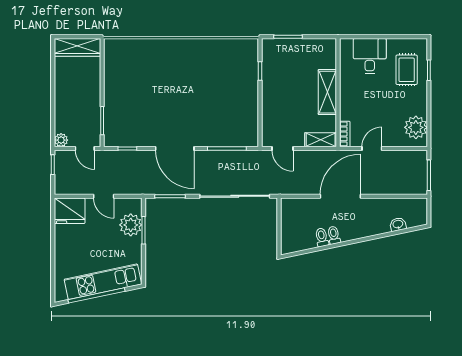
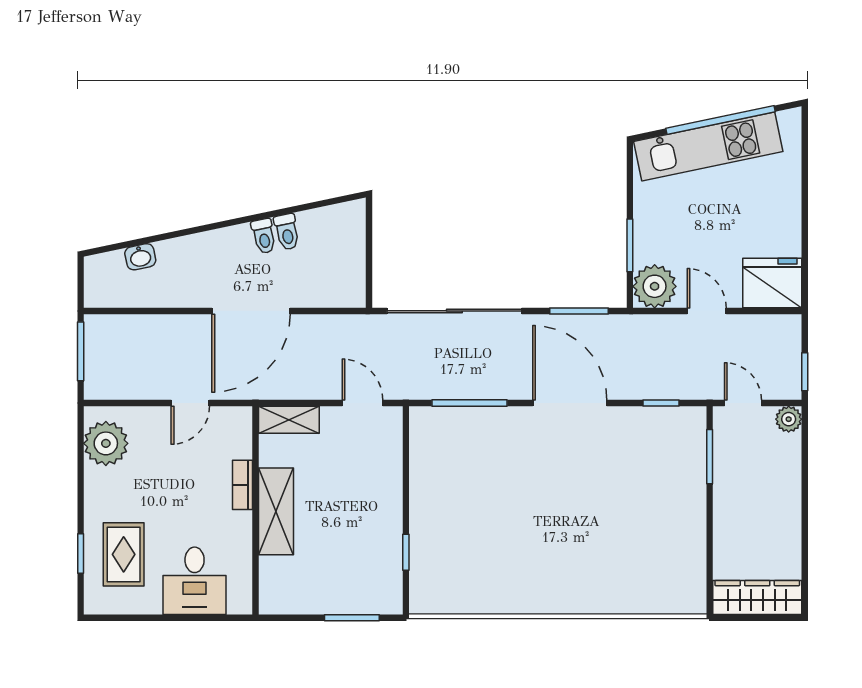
bookcase: (345, 134) -> (243, 485), moved
plant: (131, 225) -> (655, 286), moved

